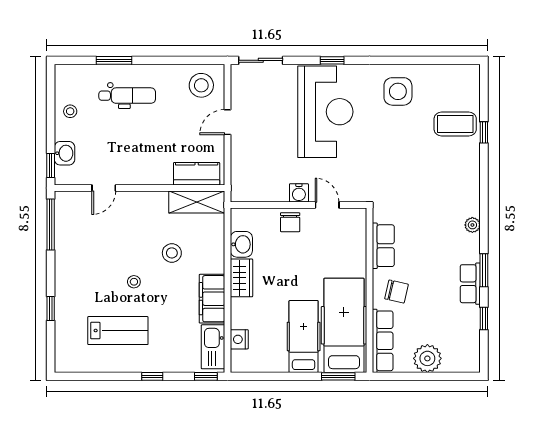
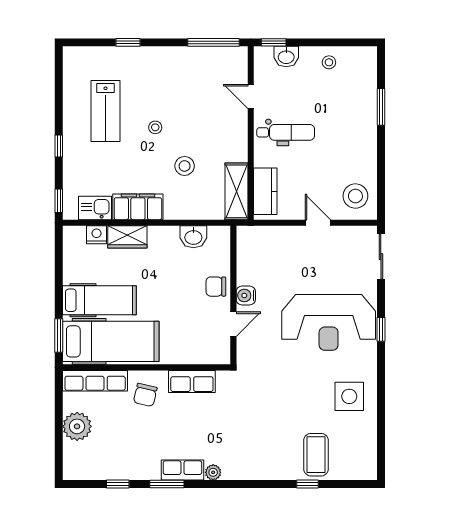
dental chair: (127, 96) -> (286, 132), moved, turned -90
wardrobe: (241, 278) -> (127, 237), moved
row of seats: (470, 284) -> (182, 470), moved
kitchen sink: (213, 347) -> (95, 208), width x0.73

